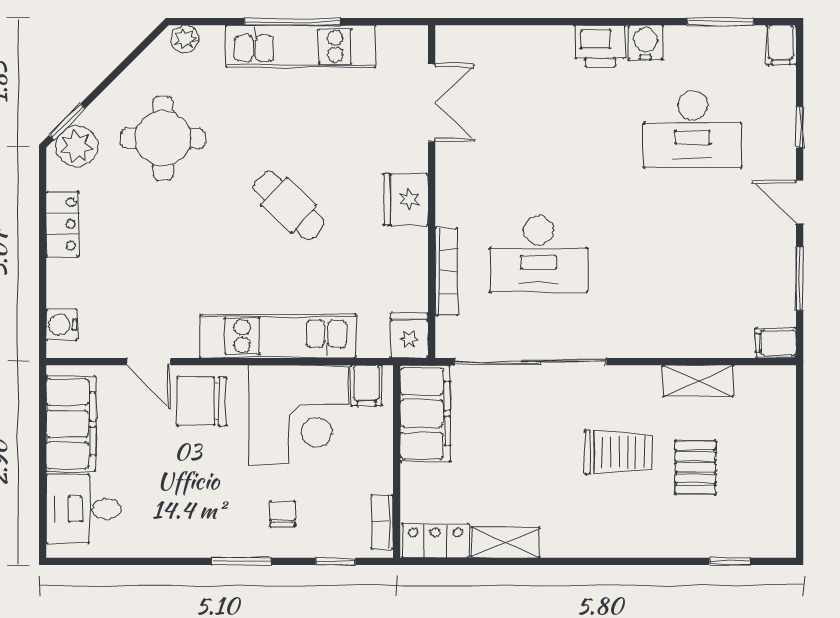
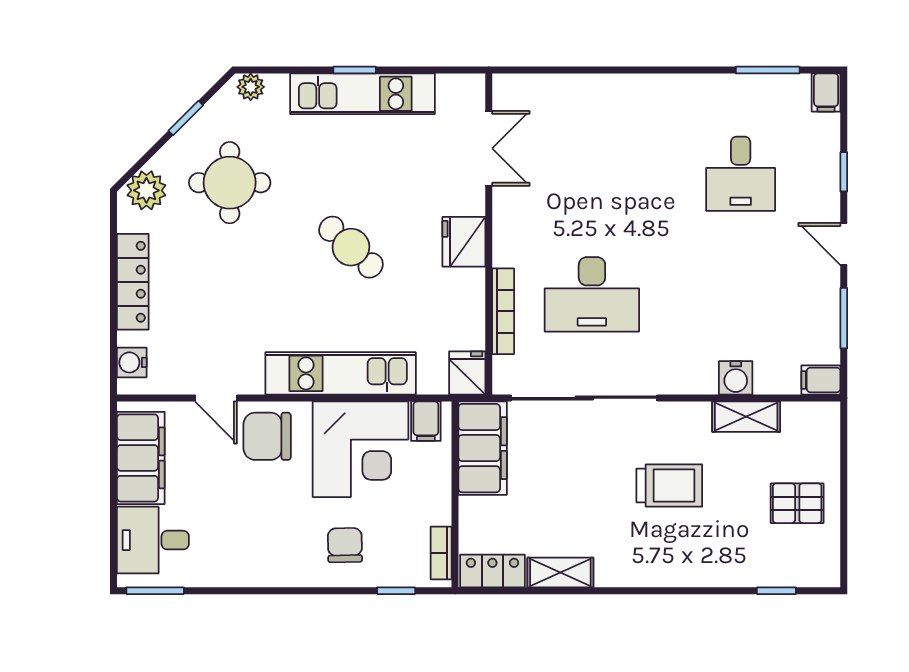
window: (292, 22) -> (355, 70), width x0.46
water cooler: (646, 42) -> (736, 378), moved, turned 180
printer: (600, 46) -> (651, 94), removed
window: (67, 122) -> (186, 118), moved
desk: (693, 129) -> (741, 174), width x0.73
locker: (63, 224) -> (133, 282), width x1.53
pallet: (695, 468) -> (797, 503), moved, turned 90
chair: (282, 514) -> (345, 545), width x1.37, depth x1.37
window: (241, 561) -> (155, 591), moved

